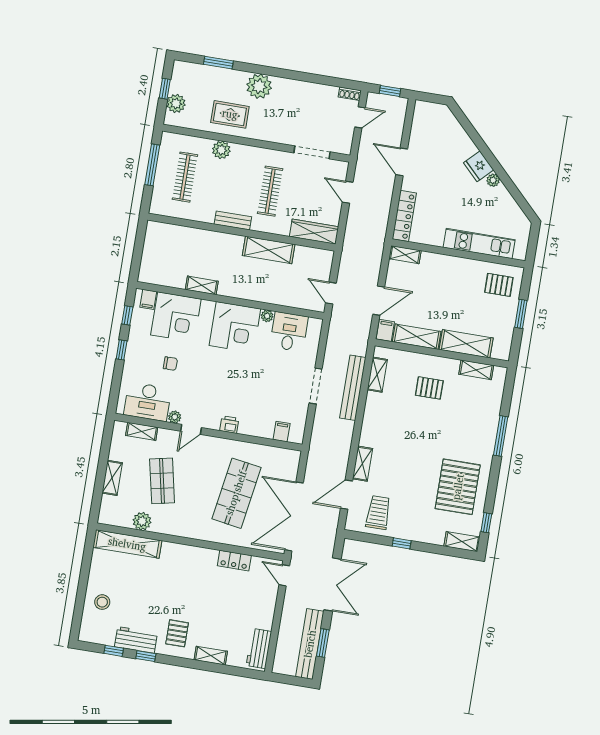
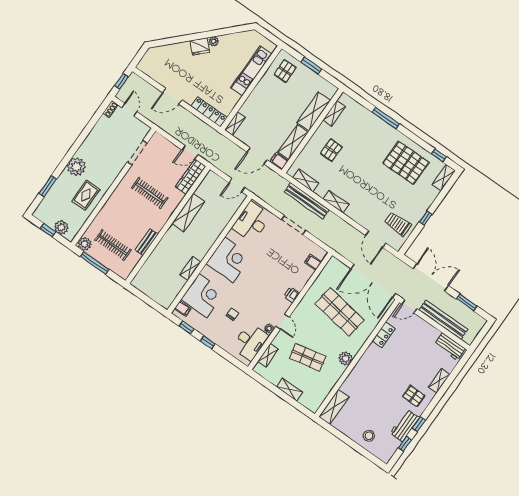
plant: (221, 150) -> (84, 244), moved
door: (348, 192) -> (190, 152), moved
bench: (233, 220) -> (147, 242), moved
door: (379, 301) -> (257, 156), swing flipped
plant: (267, 316) -> (232, 235), removed
desk: (289, 332) -> (252, 222), width x1.37
shelving: (363, 464) -> (336, 202), moved
plant: (142, 521) -> (346, 358), moved
shelving: (127, 544) -> (334, 407), width x0.68
bench: (310, 644) -> (443, 320), moved

